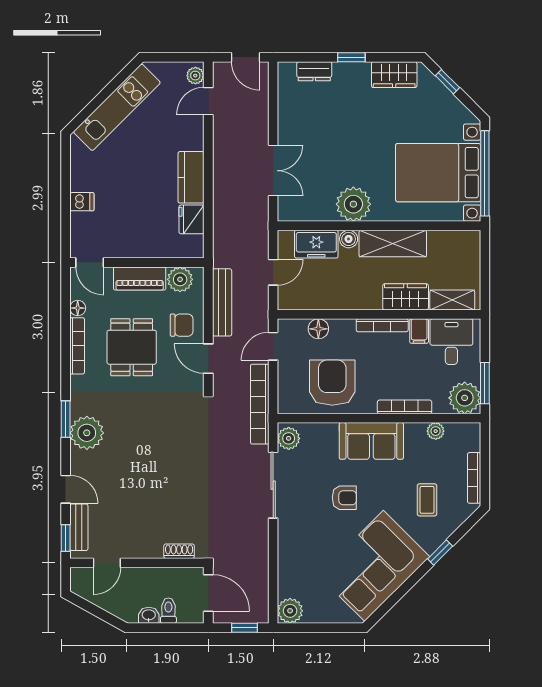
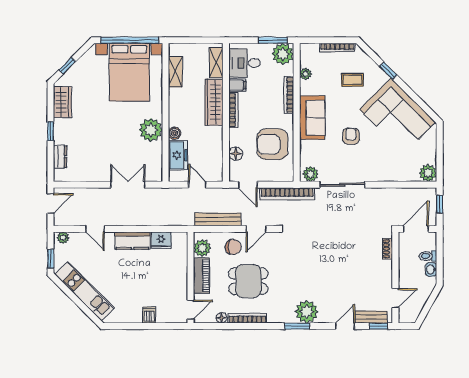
window: (165, 57) -> (51, 259), added
door: (208, 101) -> (95, 229), moved
shelving: (393, 244) -> (175, 72), moved, width x0.67, depth x0.75
wardrobe: (406, 297) -> (214, 102), width x1.50
chair: (182, 325) -> (233, 247), turned 90
door: (107, 563) -> (395, 298), hinge flipped

